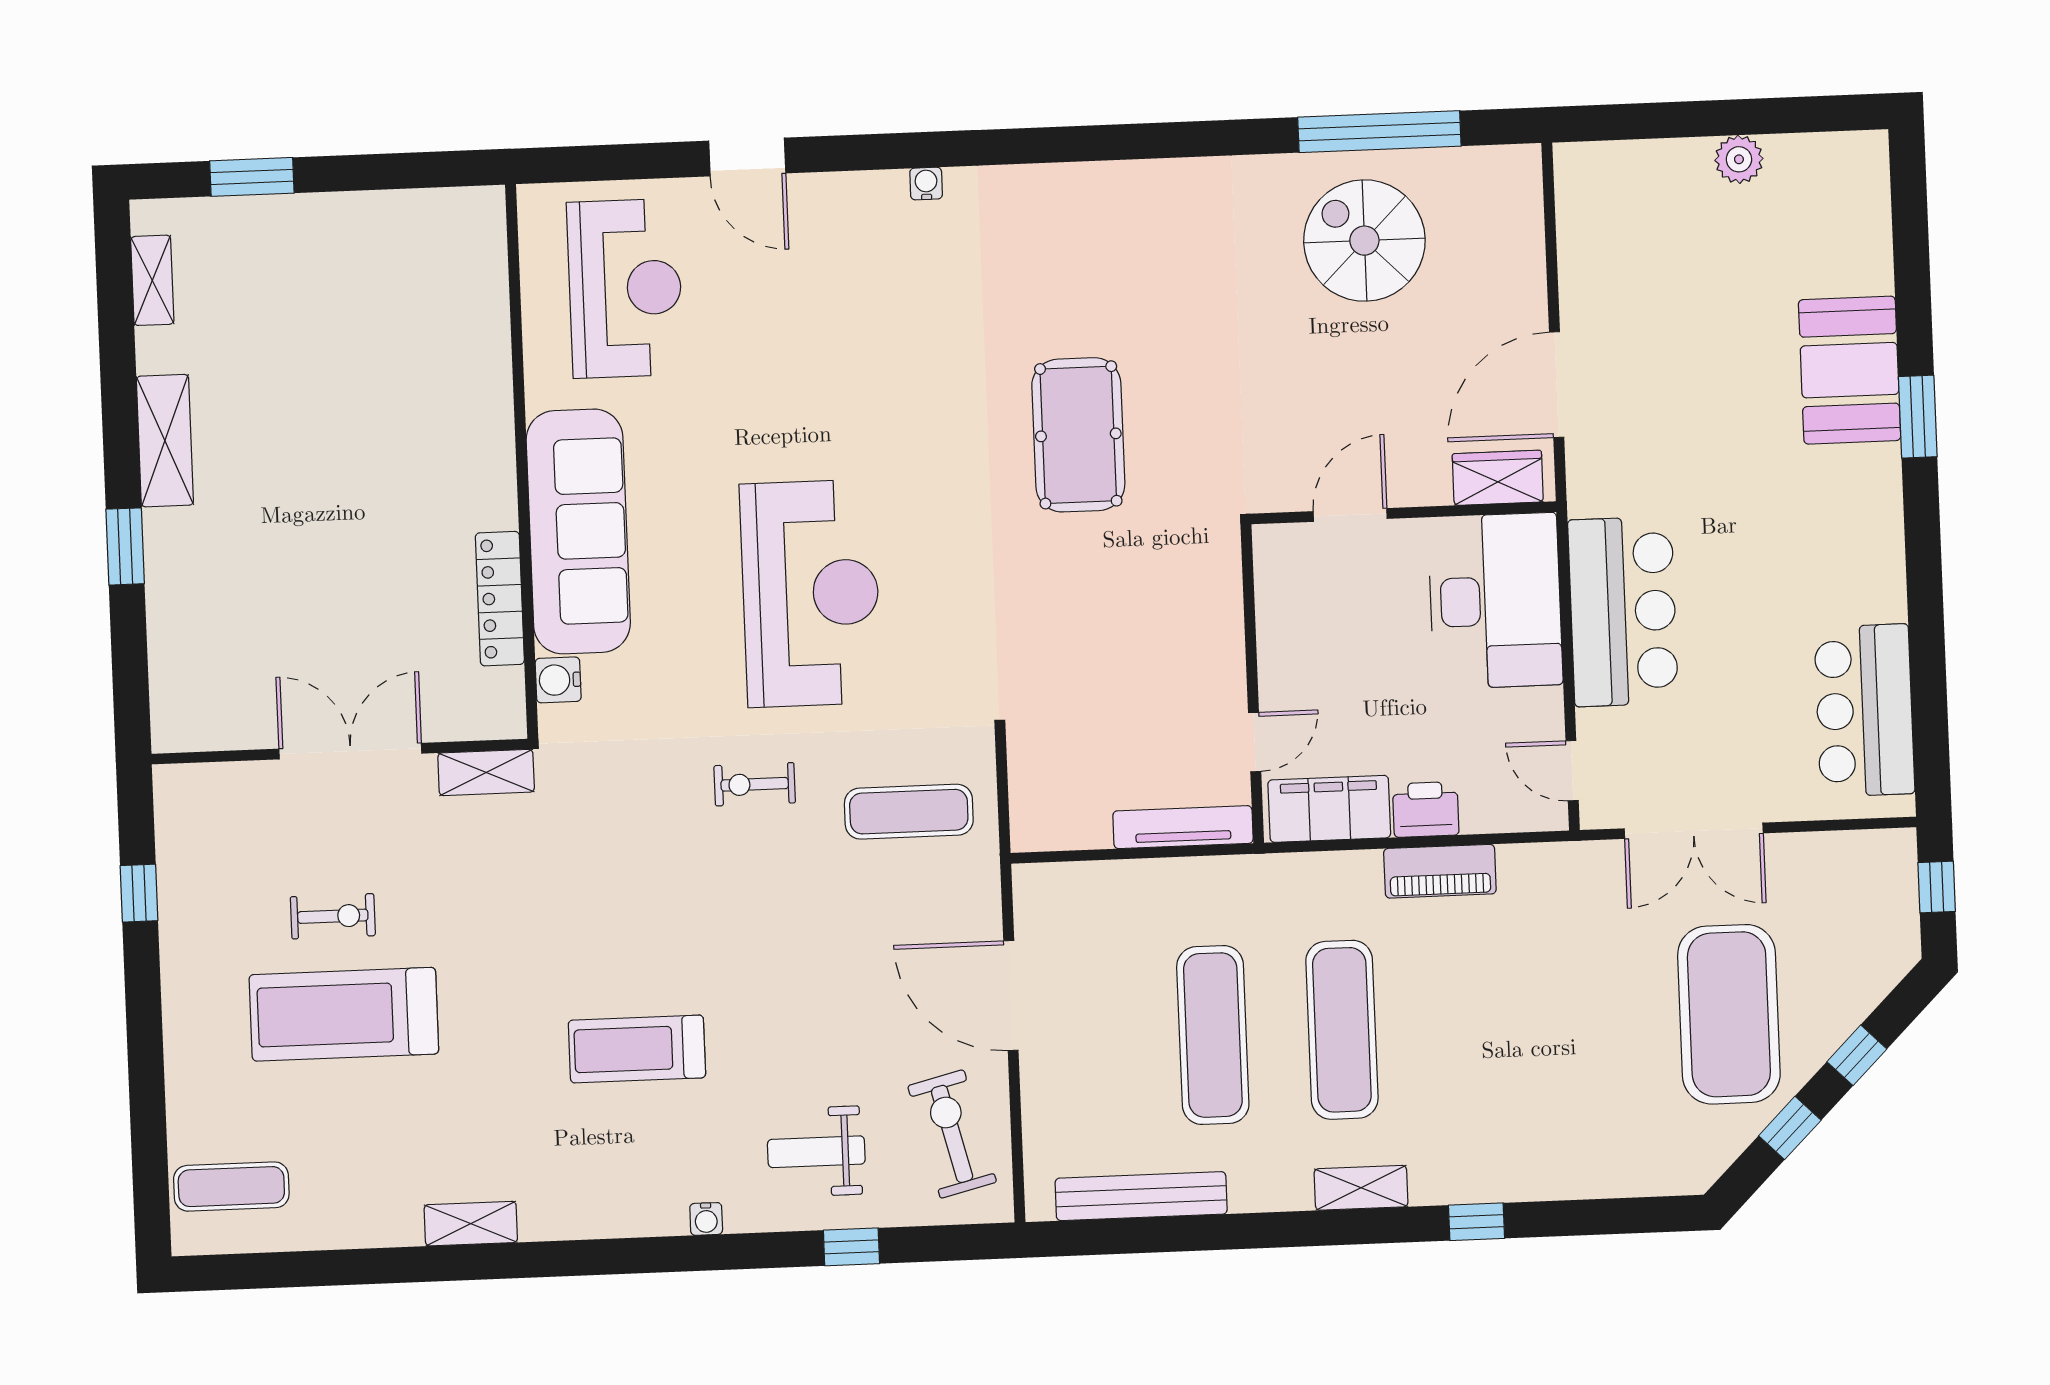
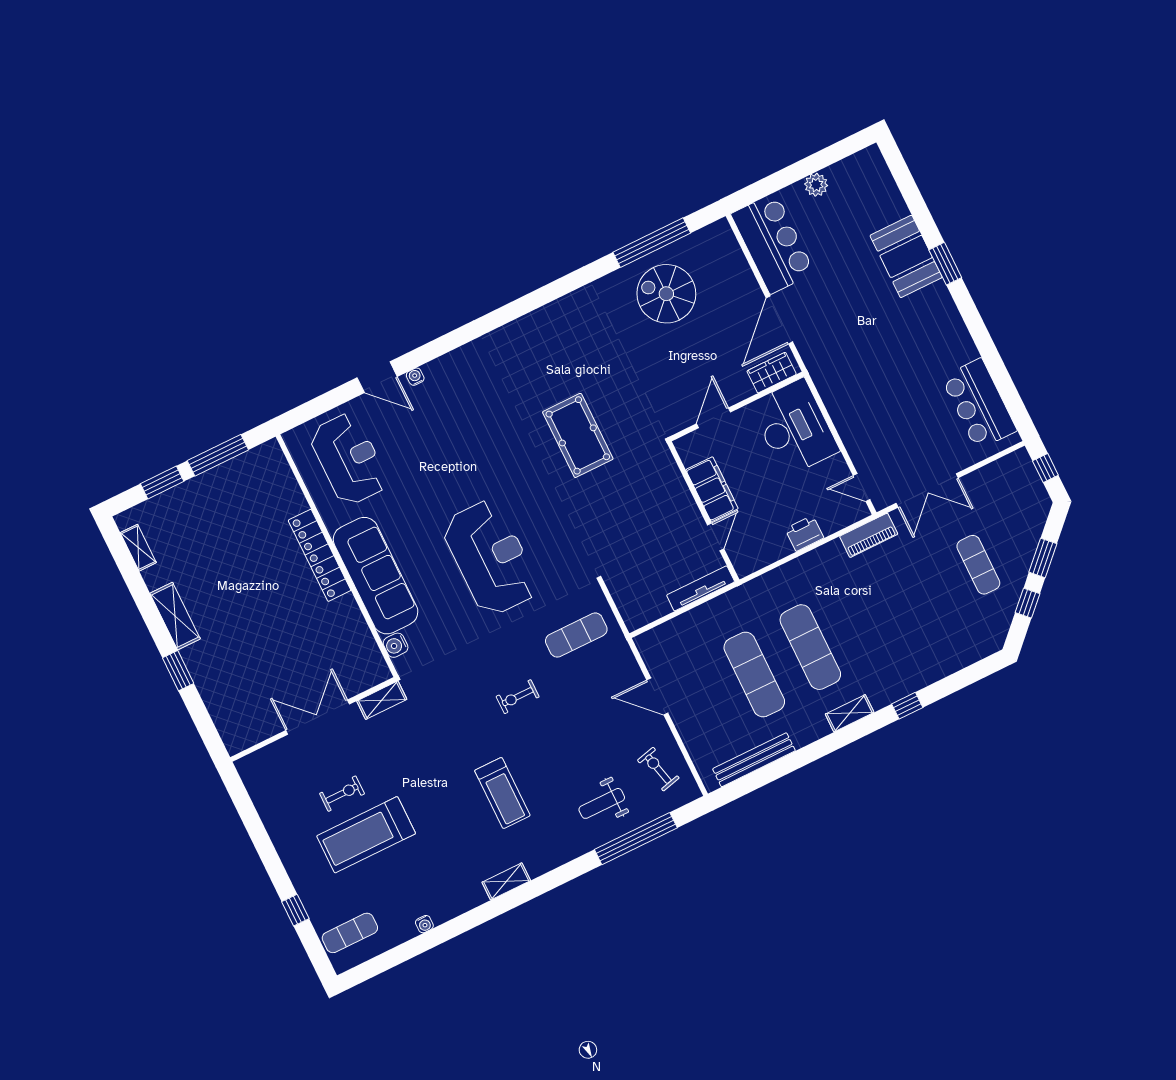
window: (380, 172) -> (218, 455), added
water cooler: (926, 184) -> (415, 377), moved
locker: (500, 599) -> (320, 555), moved, width x1.41, depth x1.21
bar counter: (1623, 611) -> (773, 243), moved
exercise bike: (755, 784) -> (518, 697), moved
filing cabinet: (1329, 809) -> (712, 489), moved, turned 90
piano: (1440, 871) -> (869, 535), moved
window: (139, 893) -> (295, 910), moved
door: (1011, 996) -> (657, 696), width x0.73
exercise mat: (1729, 1014) -> (978, 565), width x0.50, depth x0.69
treadmill: (637, 1049) -> (502, 793), turned -90
window: (1857, 1055) -> (1043, 558), width x1.50
exercise bike: (952, 1134) -> (658, 769), width x0.73, depth x0.72
water cooler: (706, 1219) -> (424, 924), moved
shelving: (471, 1224) -> (506, 881), moved
window: (851, 1247) -> (636, 839), width x3.17

